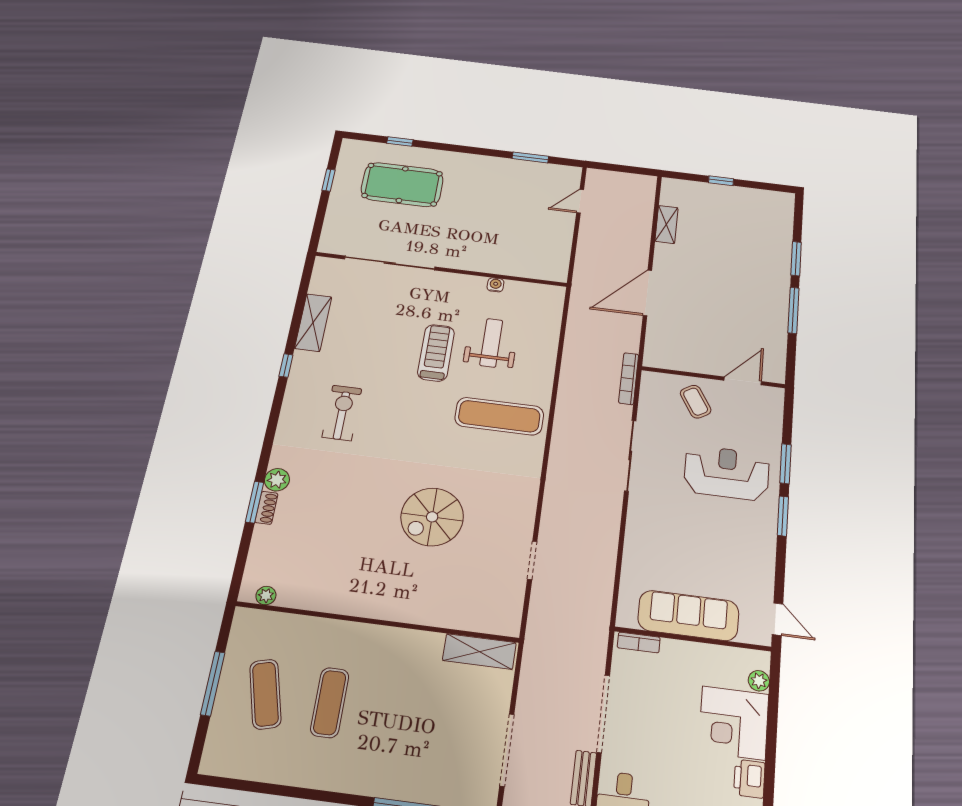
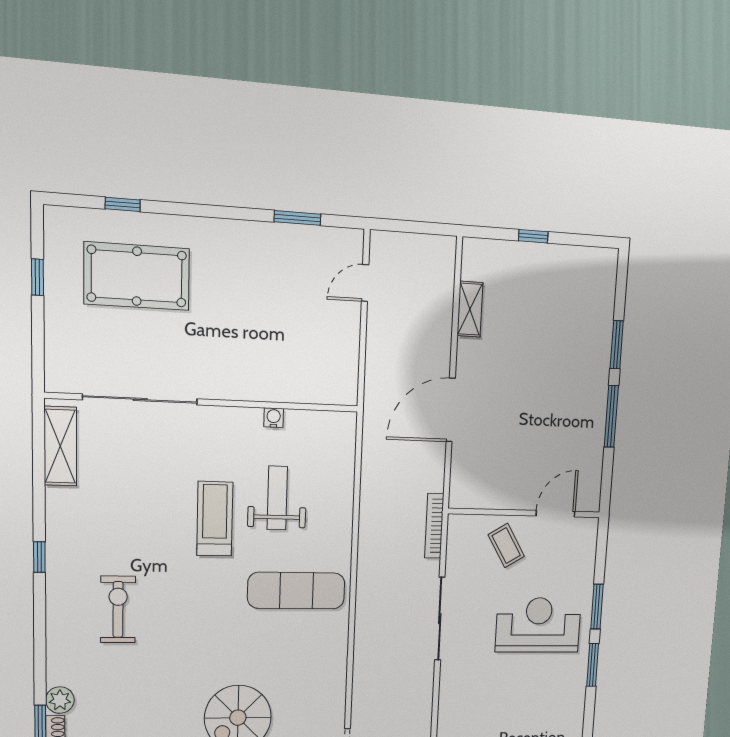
shelving: (313, 322) -> (60, 446), moved

